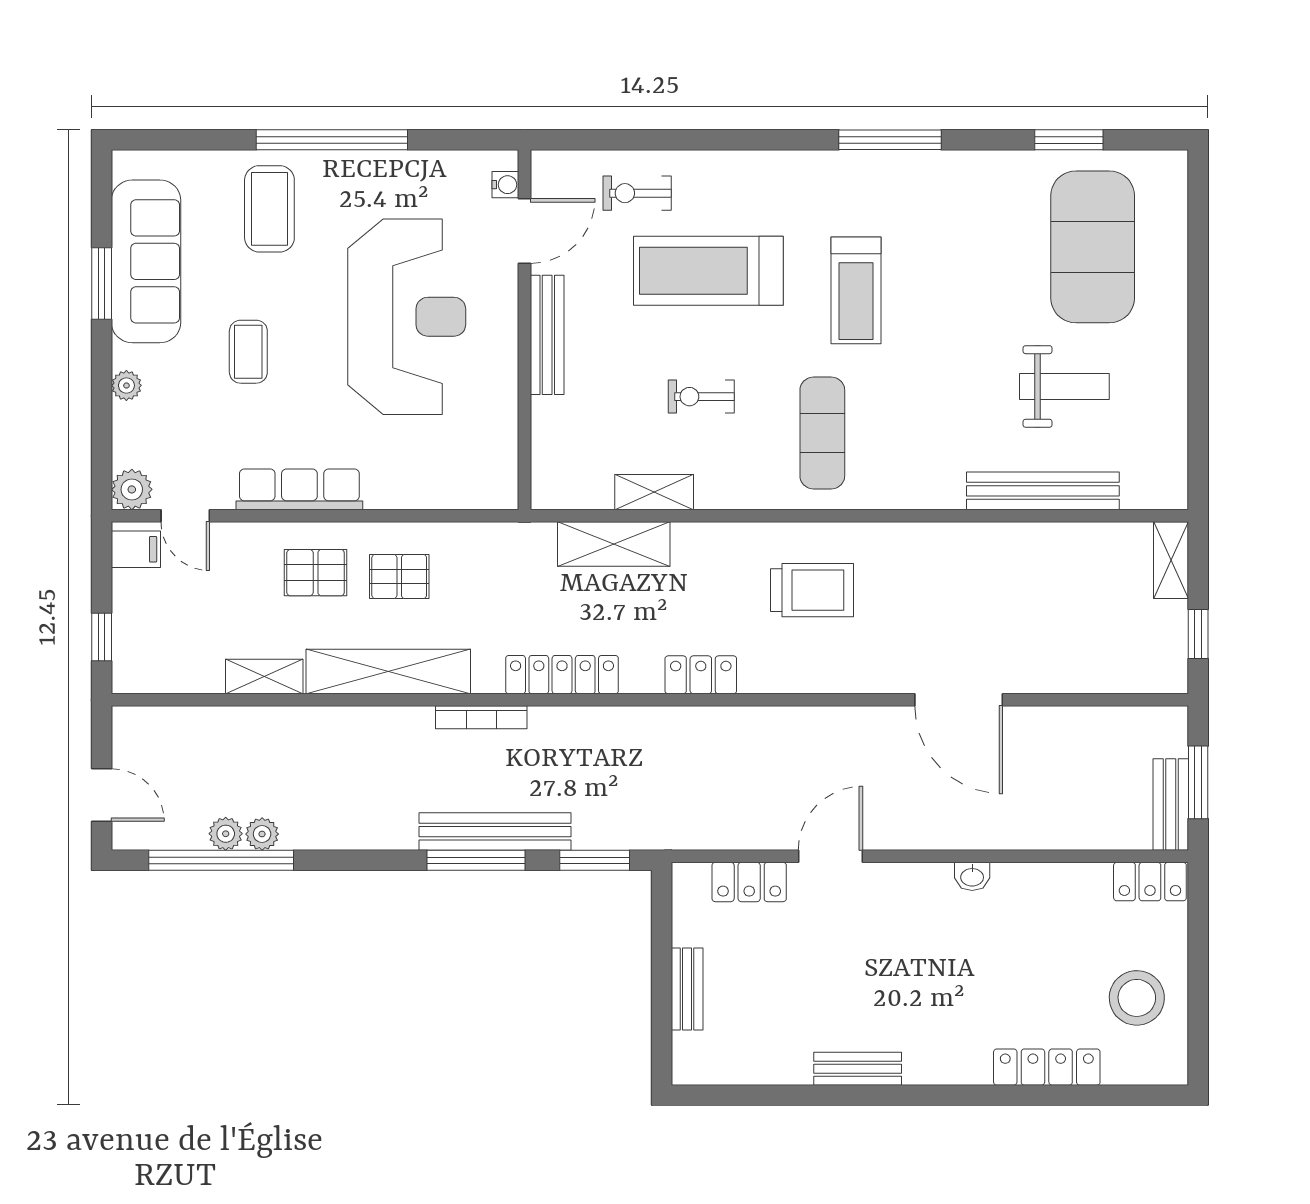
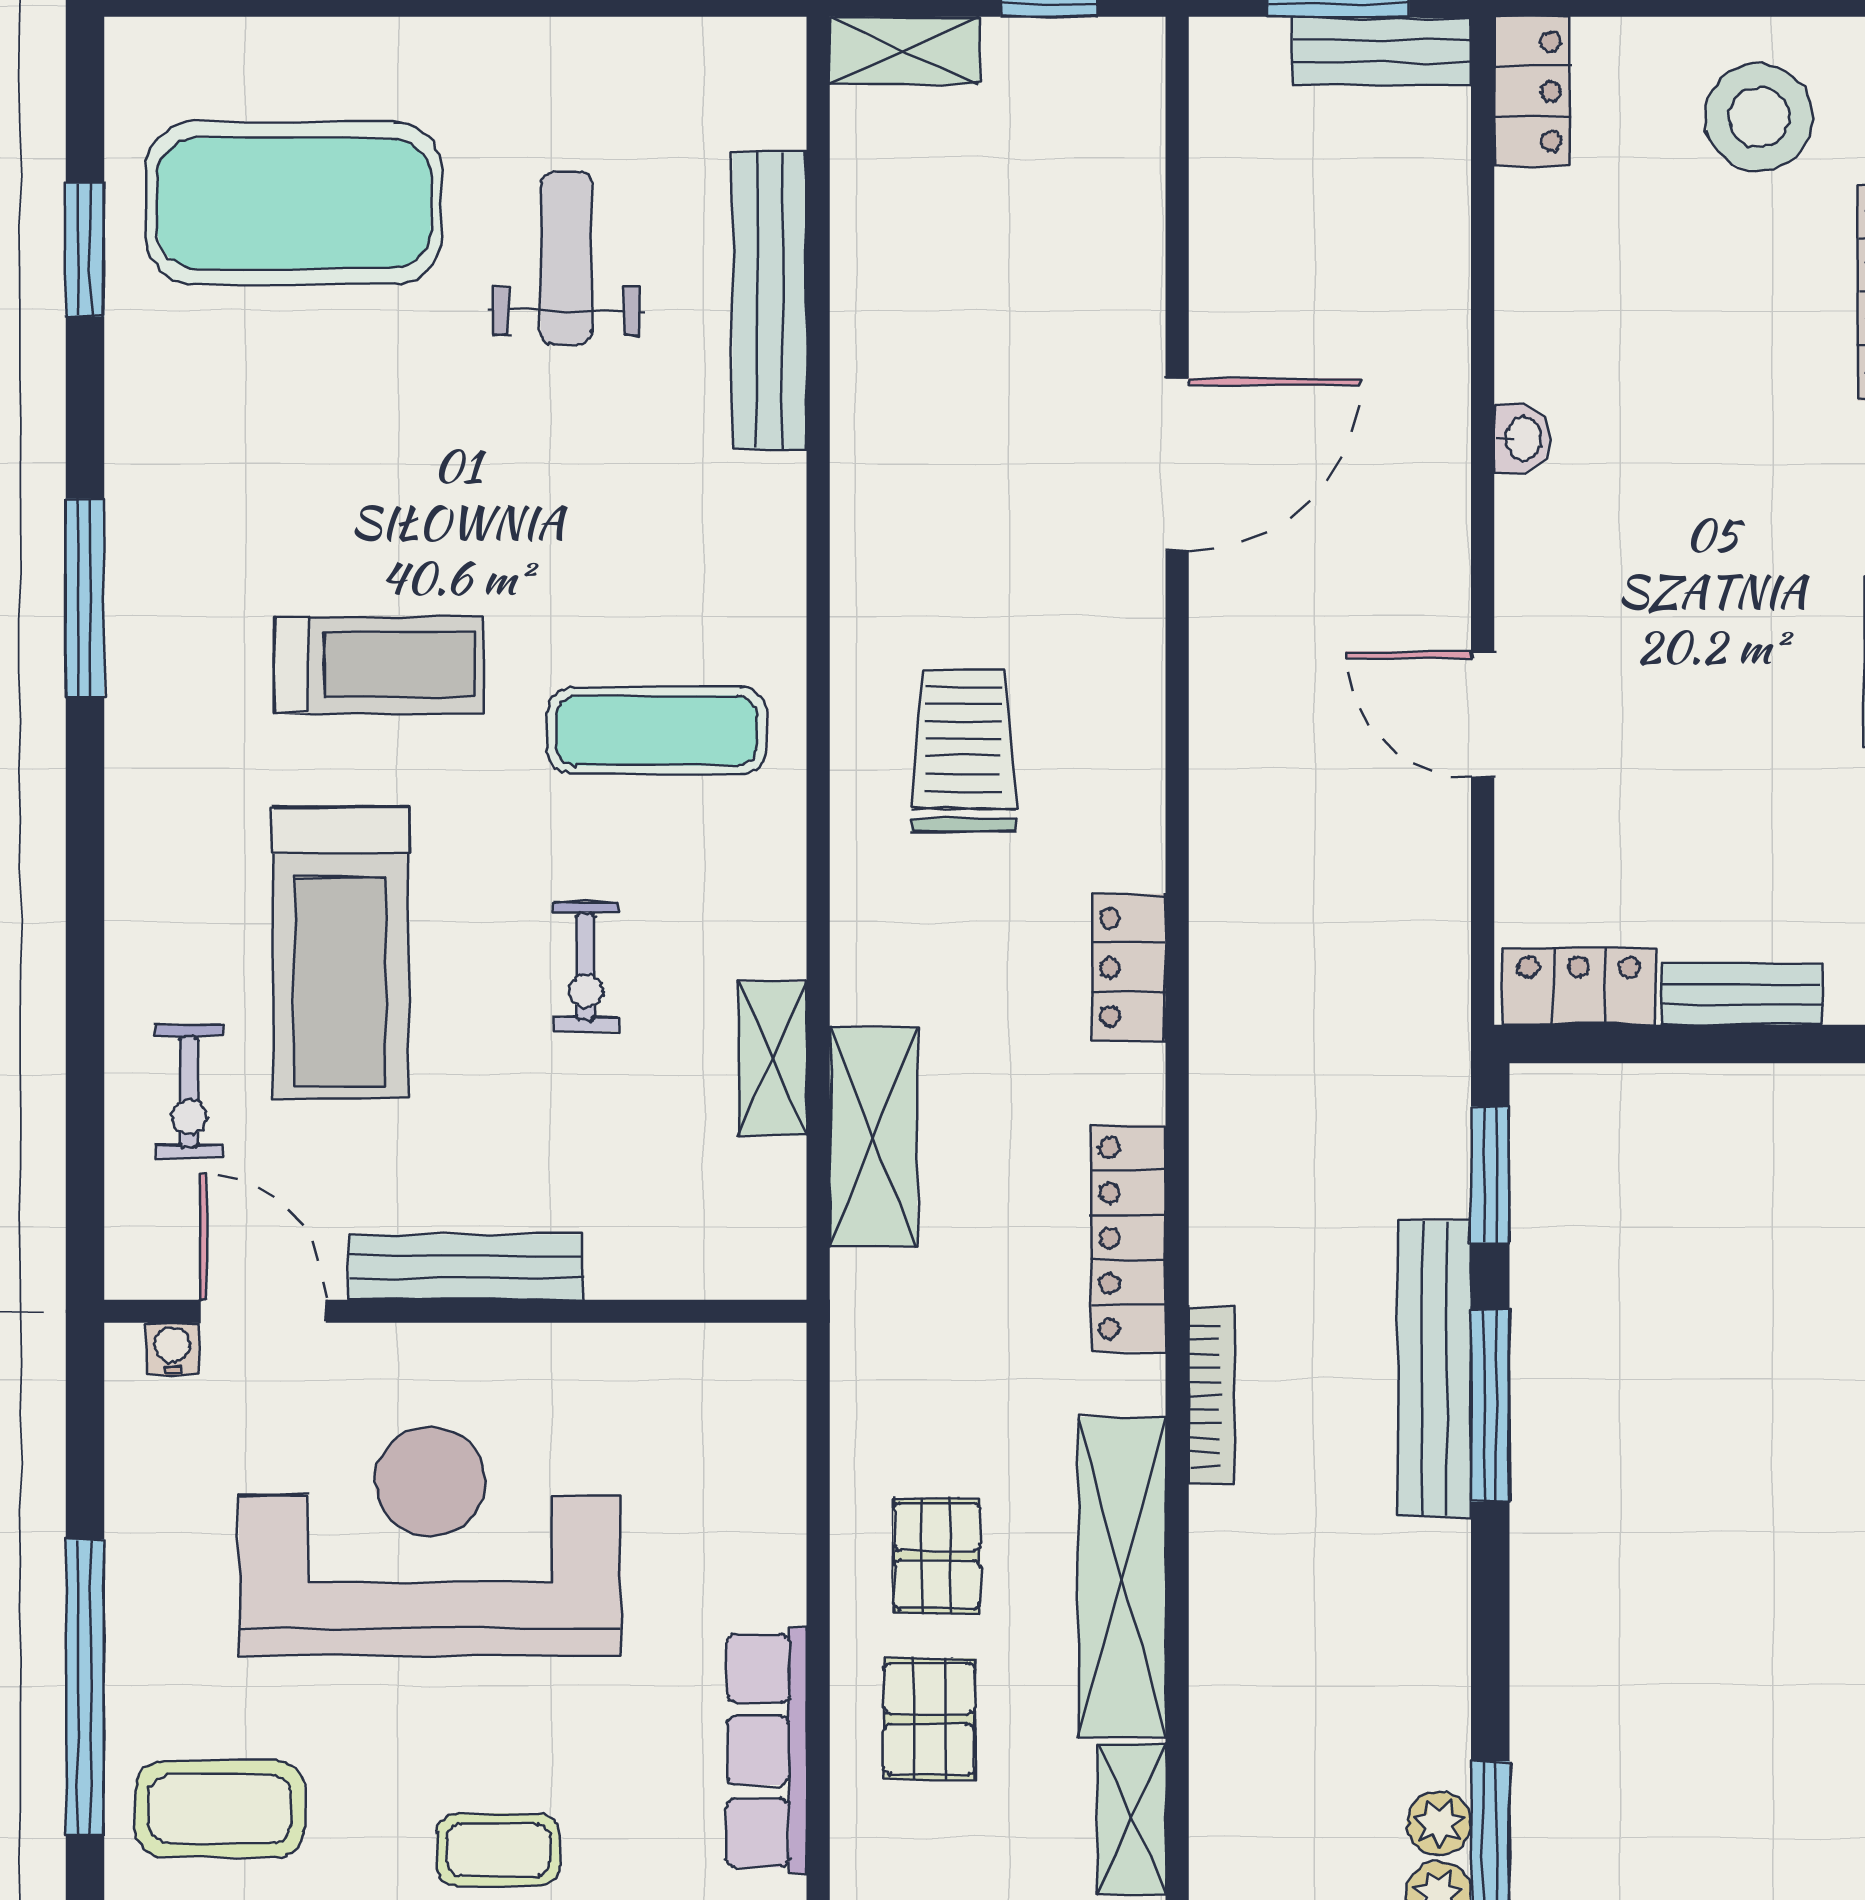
locker: (749, 882) -> (1579, 986), moved, turned -90

